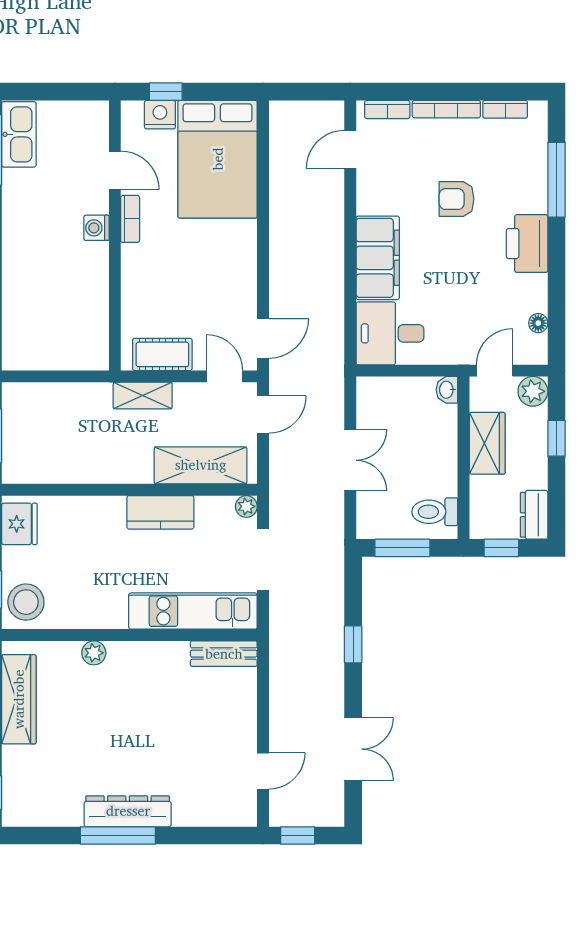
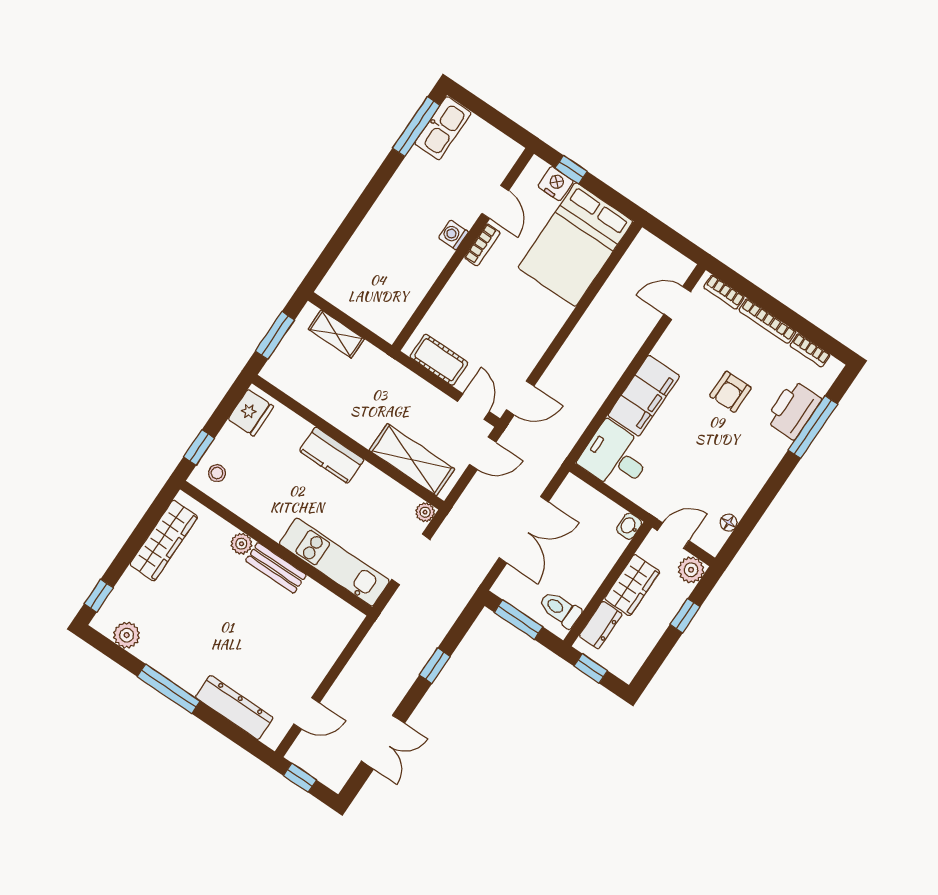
armchair: (457, 199) -> (730, 392), turned -90
printer: (527, 244) -> (793, 410), moved
shelving: (143, 396) -> (336, 334), moved
double door: (350, 460) -> (524, 530), width x1.37
kitchen counter: (160, 512) -> (332, 455), moved
dresser: (534, 515) -> (601, 625), moved, turned 180
stool: (26, 602) -> (217, 473), width x0.53, depth x0.53
bench: (224, 654) -> (276, 568), moved
dresser: (128, 811) -> (234, 707), moved
plant: (44, 812) -> (127, 635), added

